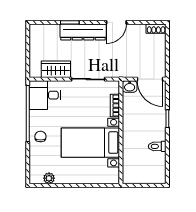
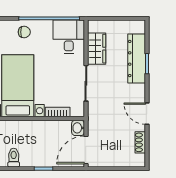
shoe rack: (156, 29) -> (140, 142), moved
dresser: (83, 32) -> (137, 58), moved

